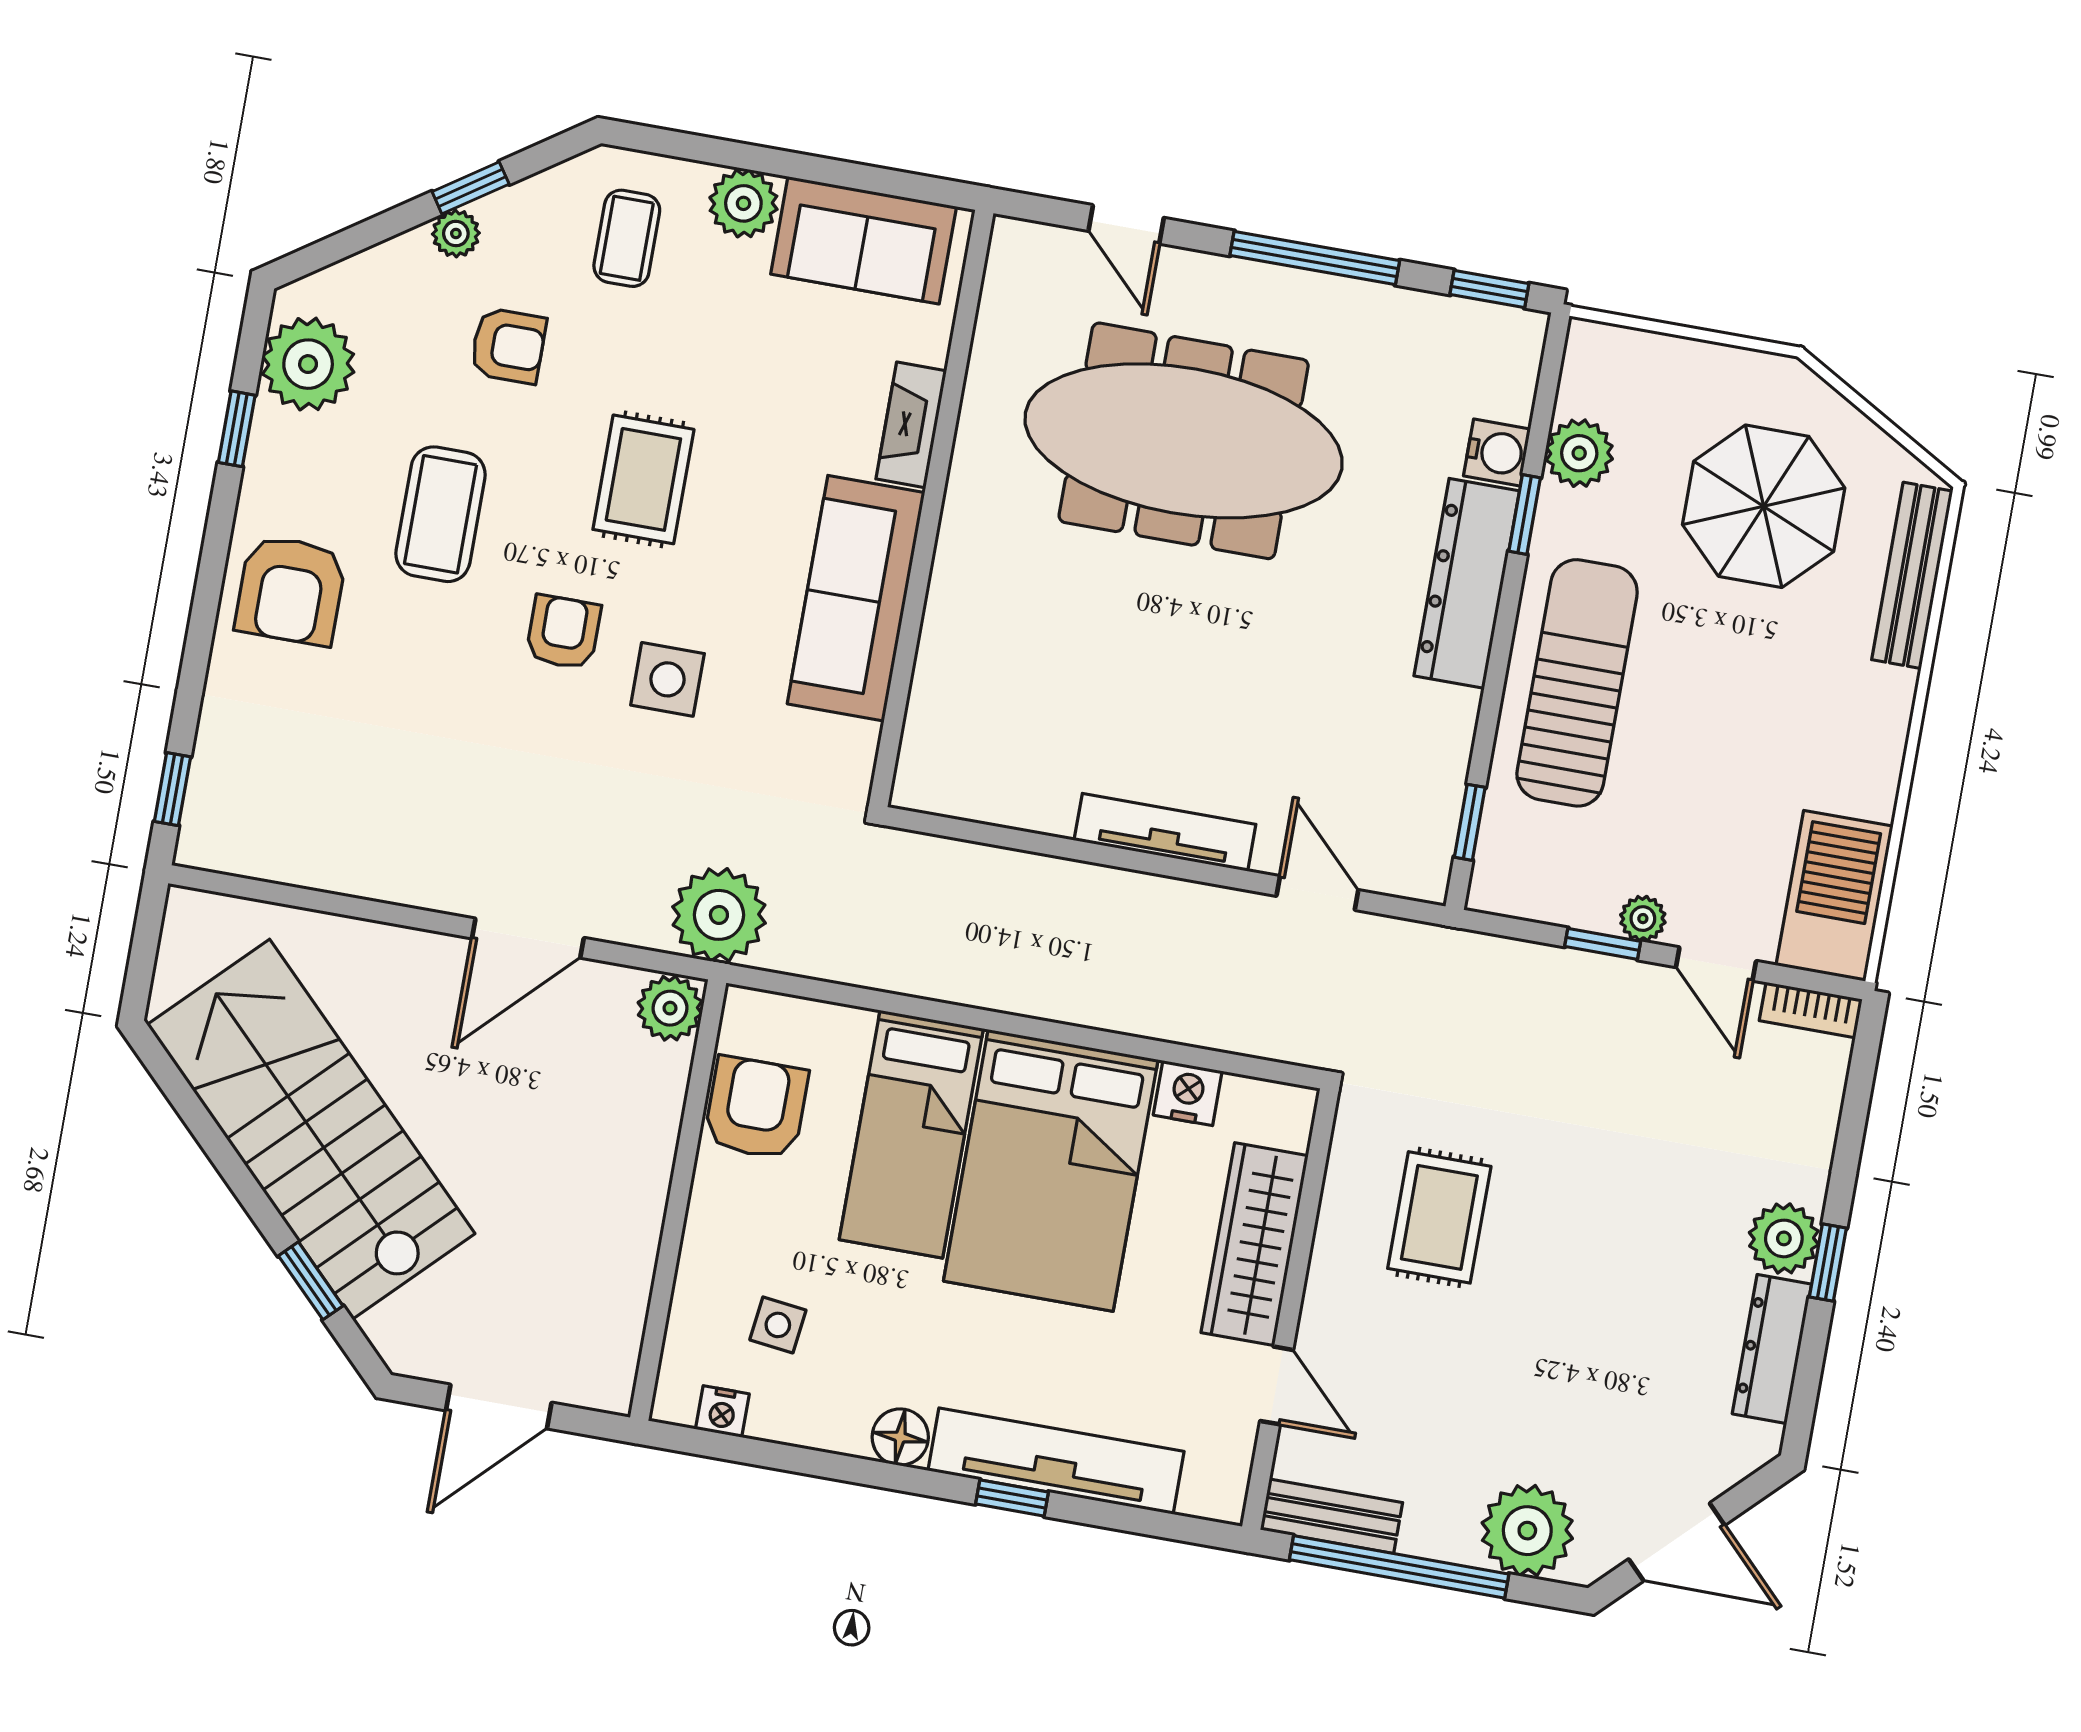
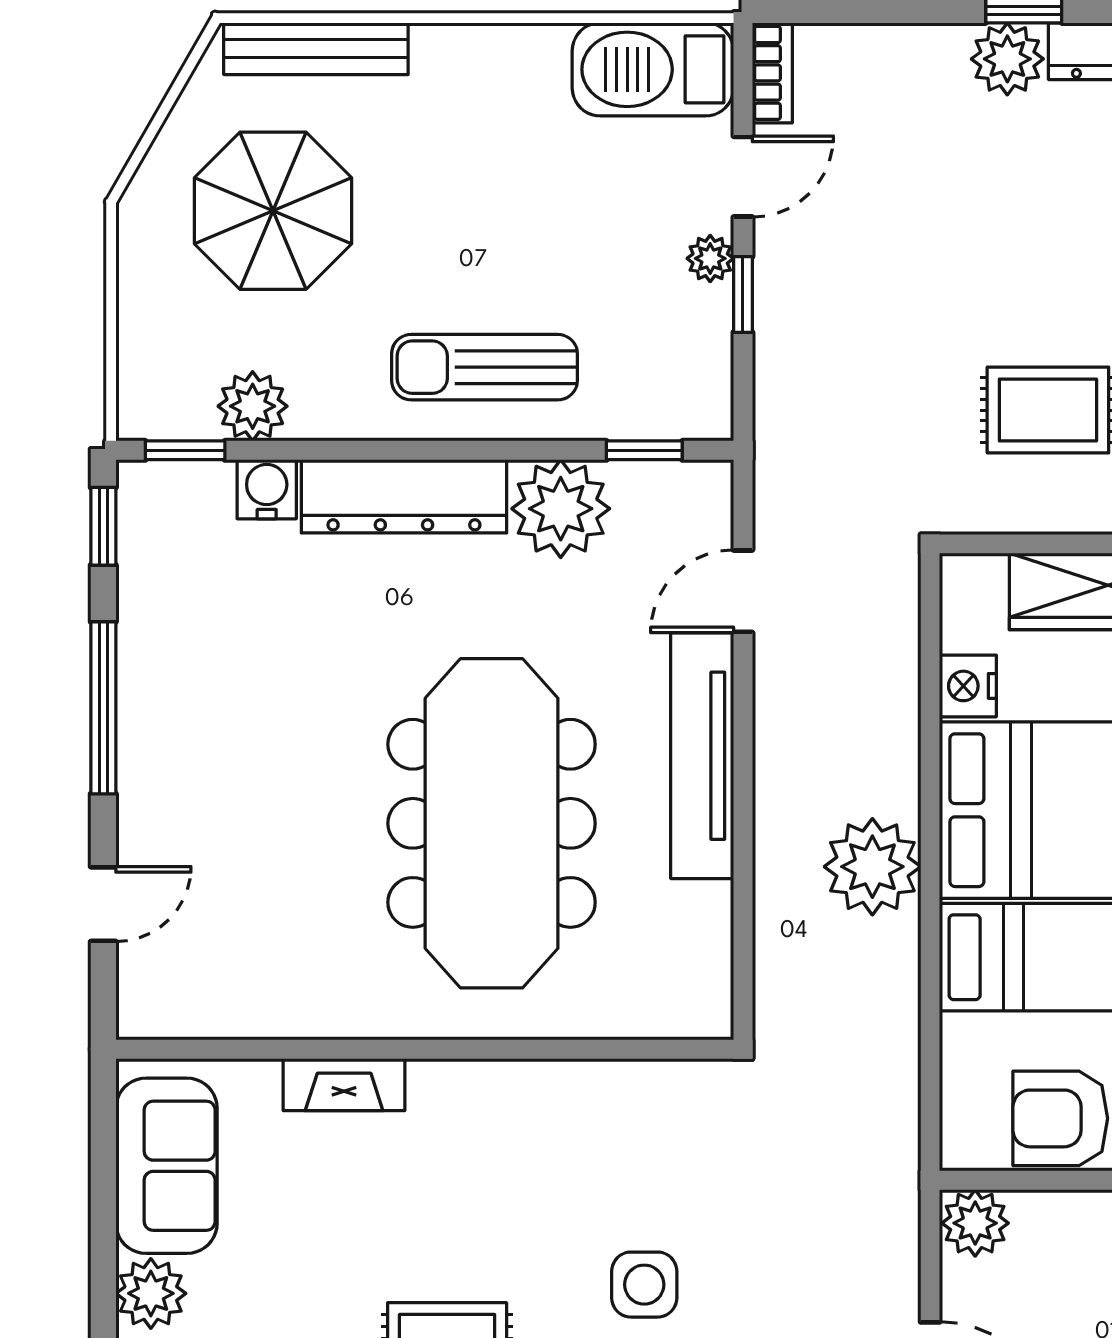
meeting table: (1184, 441) -> (492, 823), moved
window: (1525, 514) -> (185, 450), moved
sofa: (856, 598) -> (529, 1109), removed
sun lounger: (1577, 683) -> (485, 367), width x0.73, depth x0.75
plant: (1428, 732) -> (561, 509), added
tv unit: (1165, 832) -> (702, 756), width x1.36, depth x1.29
plant: (719, 915) -> (872, 867), moved

